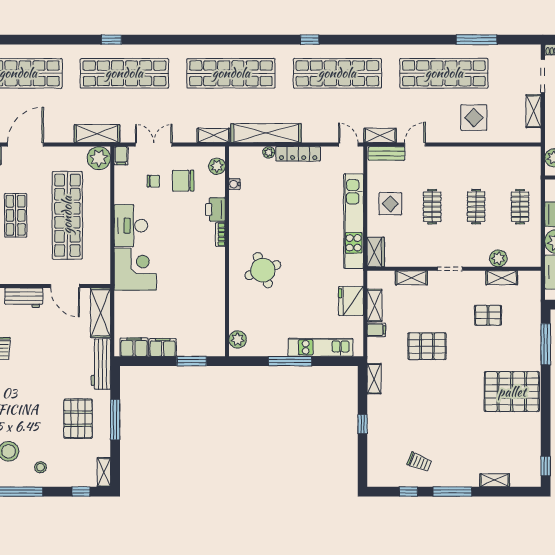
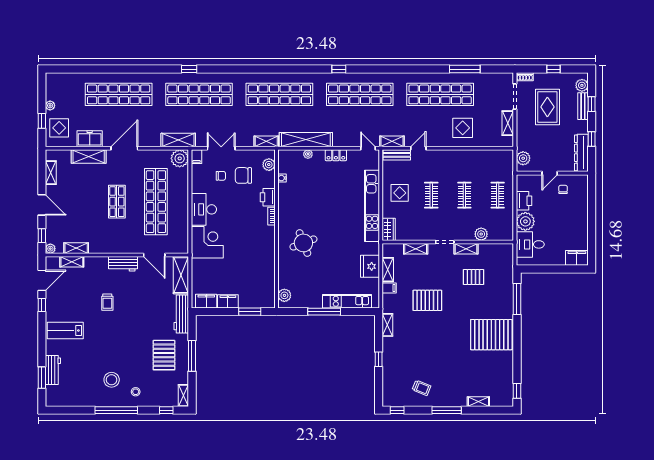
locker: (298, 154) -> (336, 155), width x0.66
shelving: (502, 278) -> (466, 249), moved
window: (408, 492) -> (397, 410), moved

